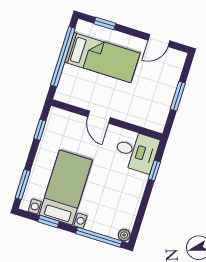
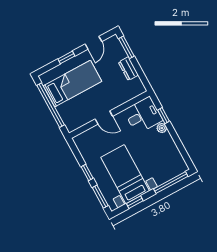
window: (105, 24) -> (66, 57), moved
dresser: (166, 96) -> (128, 69), added
window: (178, 96) -> (126, 47), moved
window: (40, 130) -> (87, 173), moved
plant: (124, 235) -> (162, 128), moved

